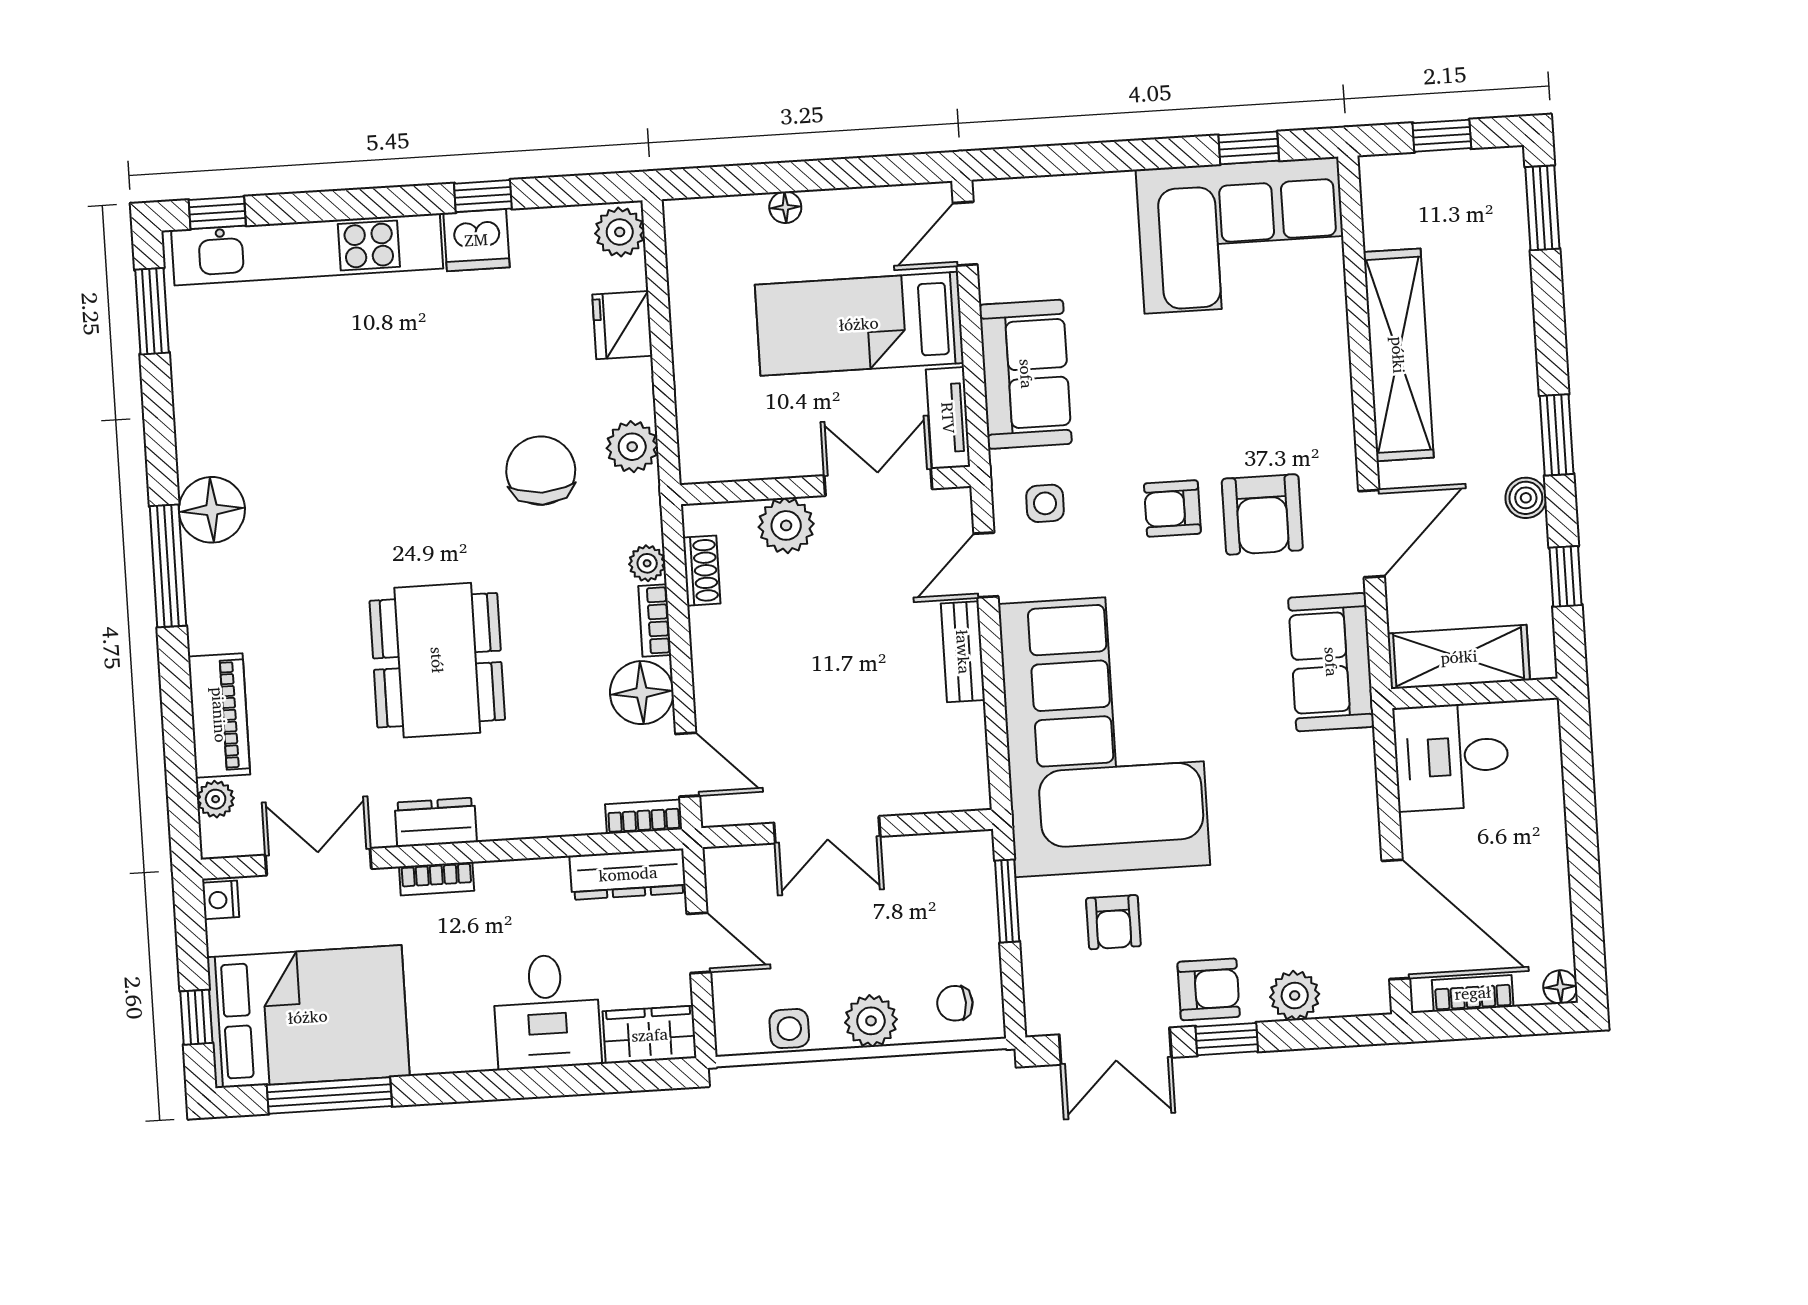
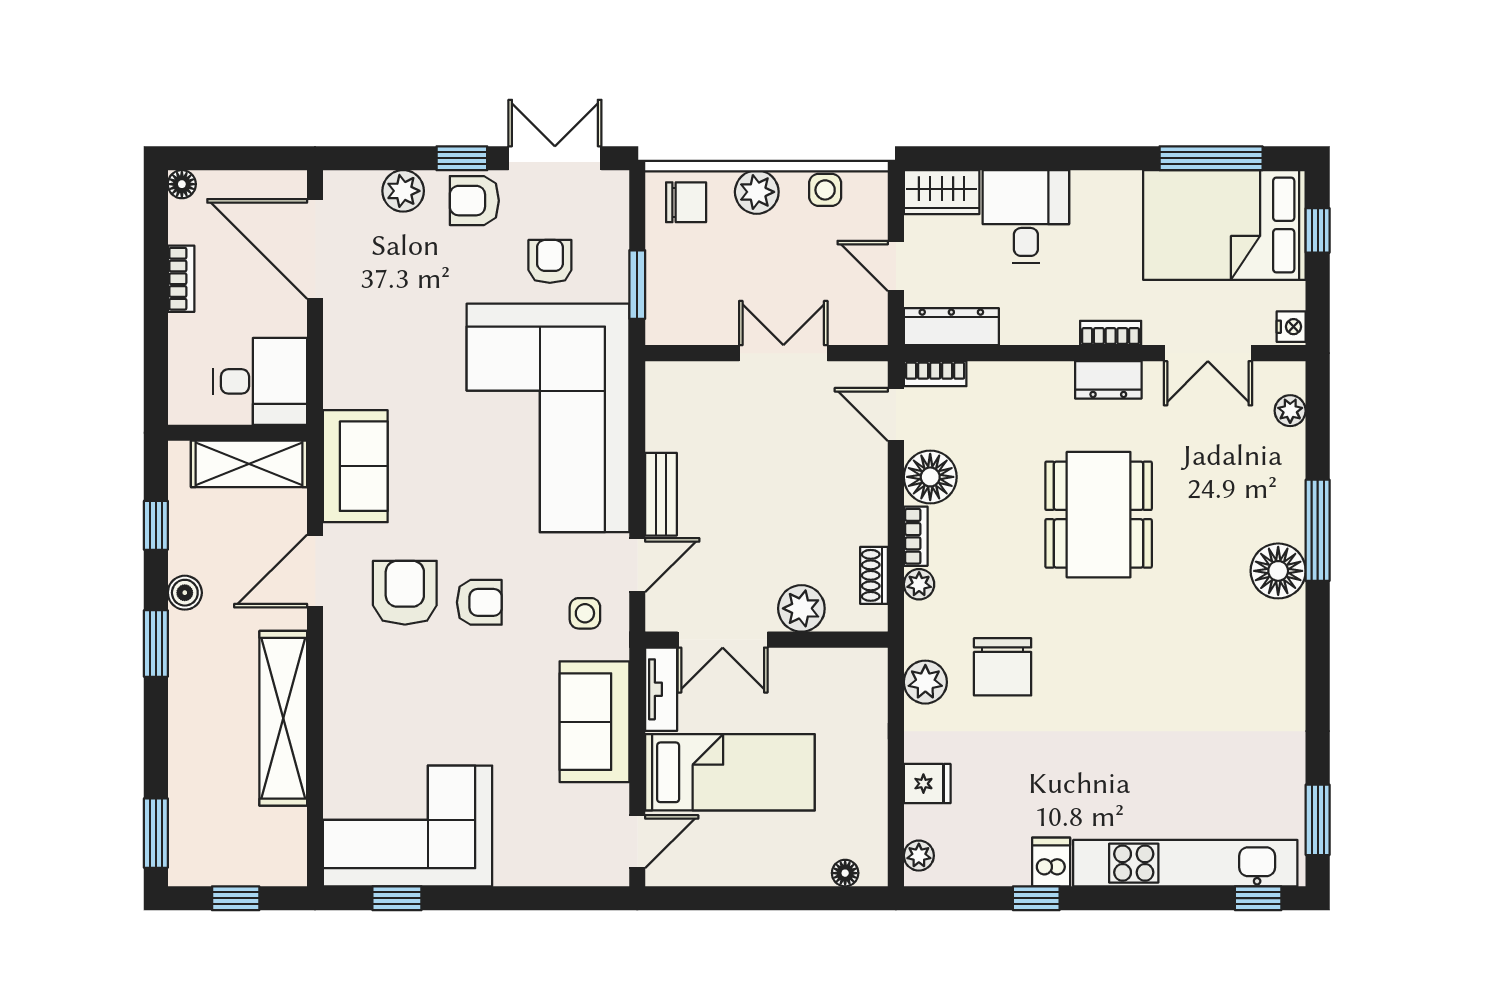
floor lamp: (785, 207) -> (845, 873), moved
plant: (620, 232) -> (919, 856), width x0.73, depth x0.73
dishwasher: (476, 240) -> (1051, 862), width x0.73
fridge: (622, 325) -> (927, 784), width x0.72
floor lamp: (212, 510) -> (1278, 571), moved
window: (168, 566) -> (1318, 530), moved
piano: (219, 715) -> (1283, 480), removed
bookcase: (1473, 993) -> (181, 279), moved, turned -90
chair: (955, 1003) -> (686, 202), width x1.37, depth x1.37

